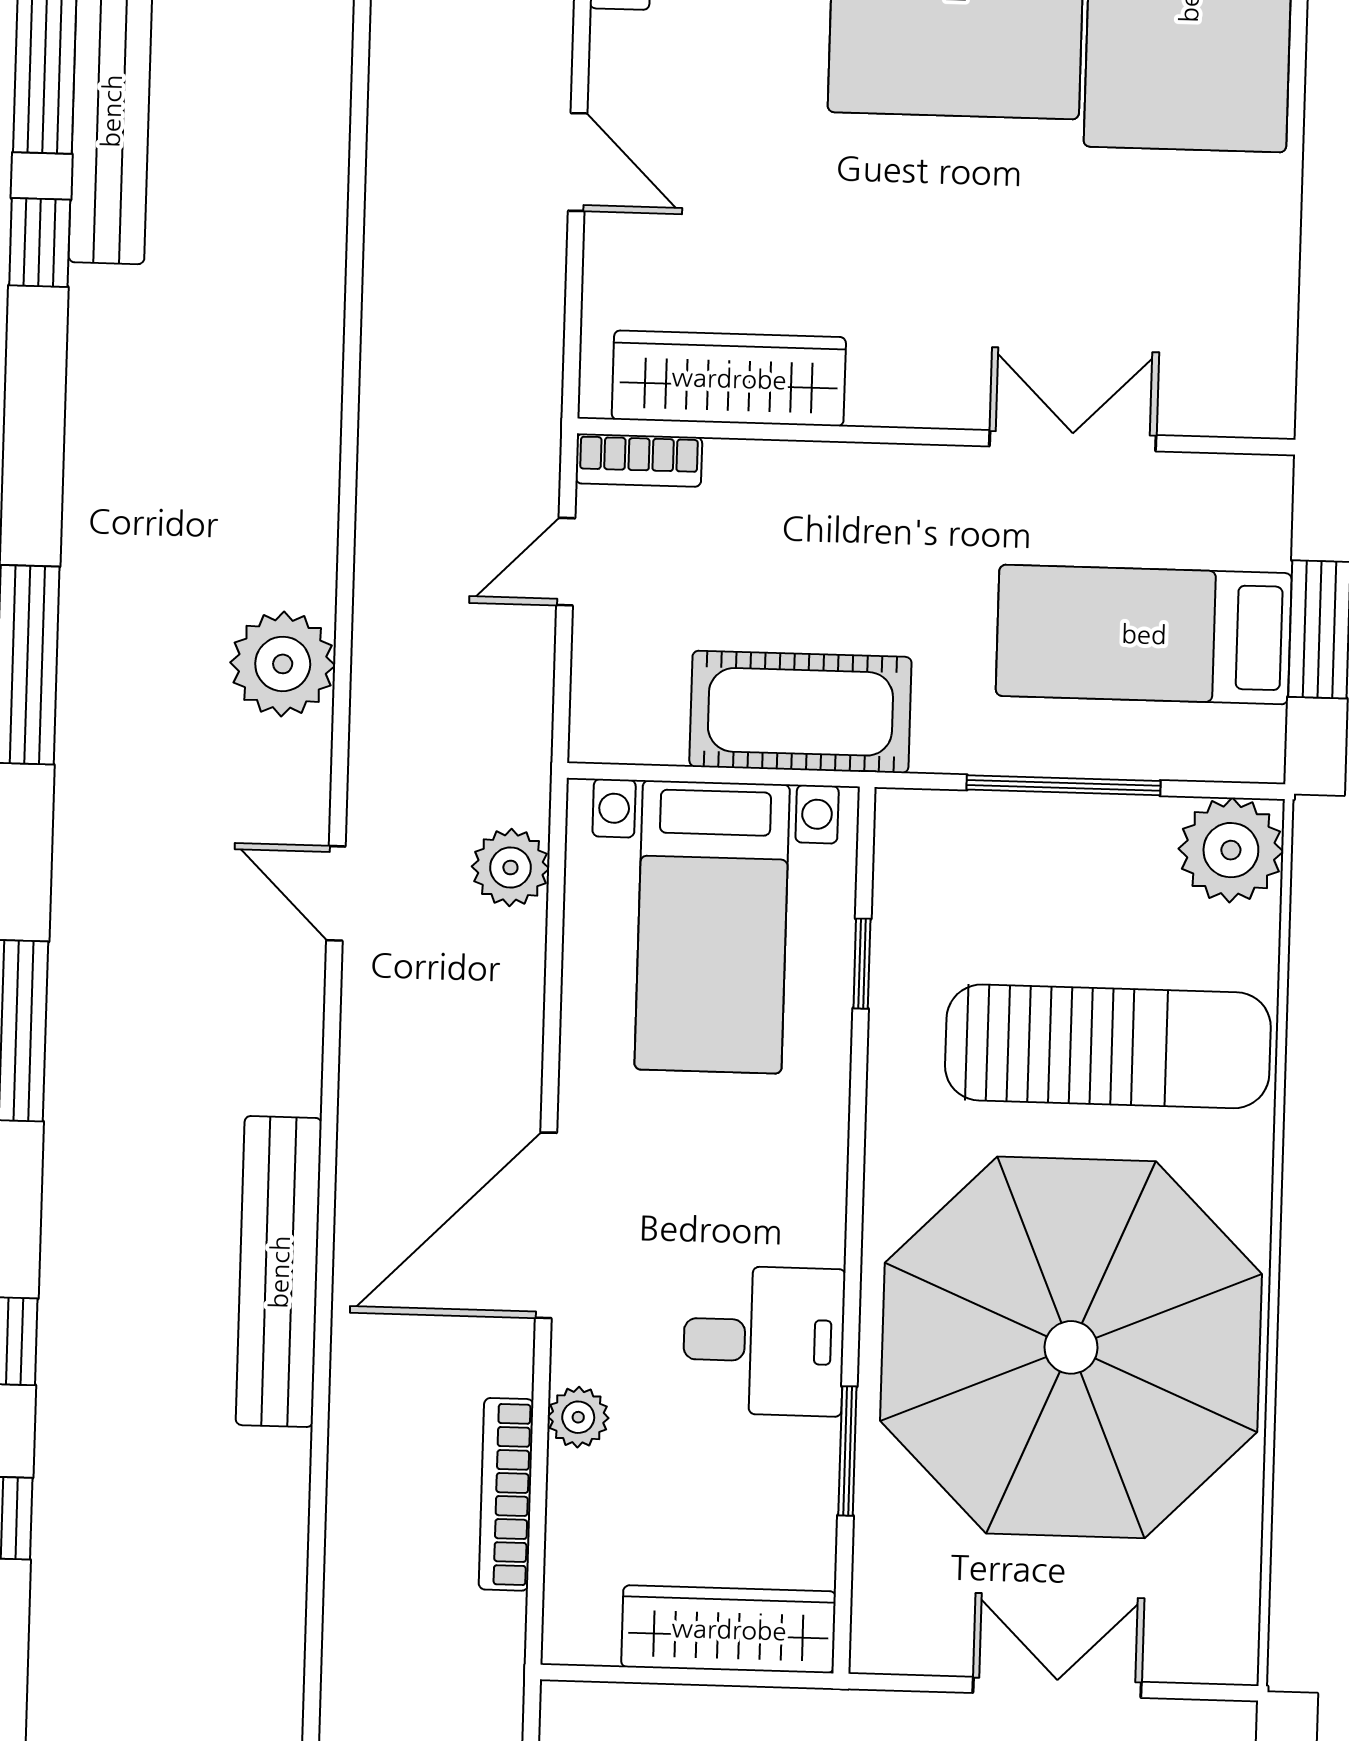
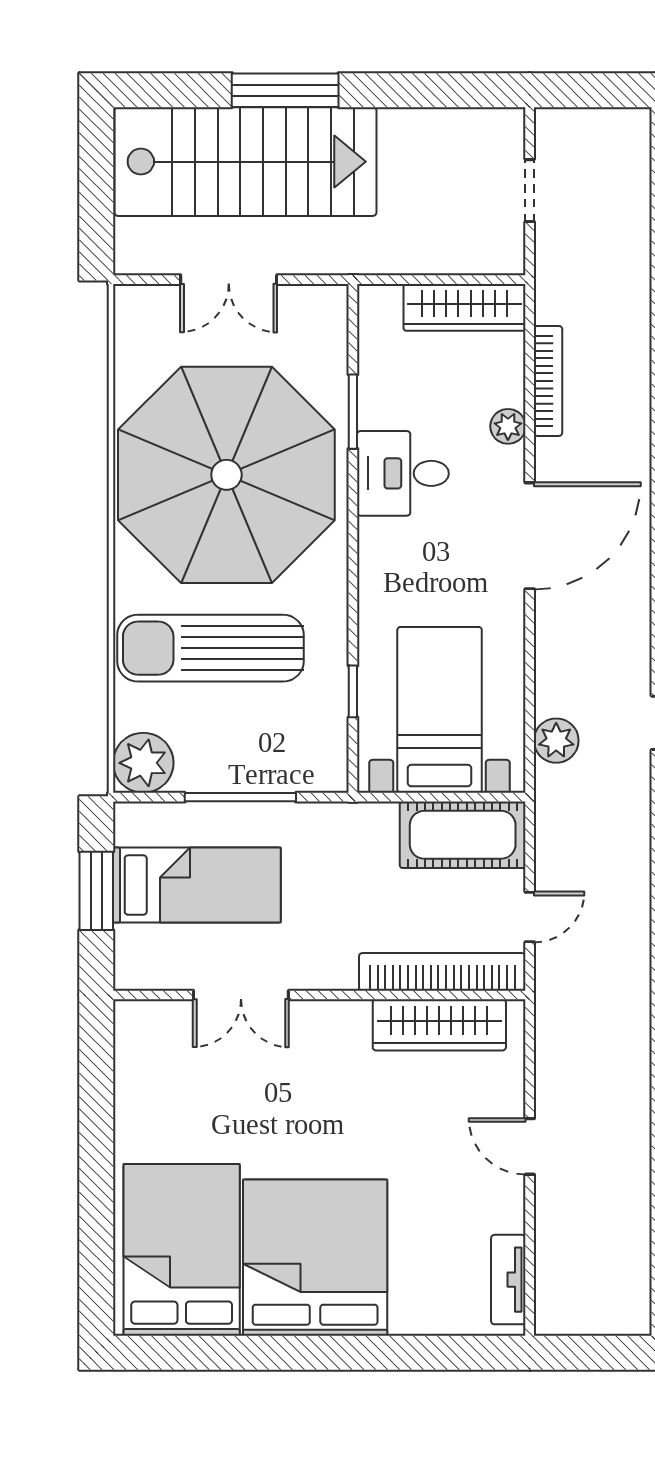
bookcase: (639, 460) -> (442, 972), width x2.31, depth x1.31
cot: (800, 712) -> (463, 835), moved
wardrobe: (729, 1629) -> (465, 307), moved

